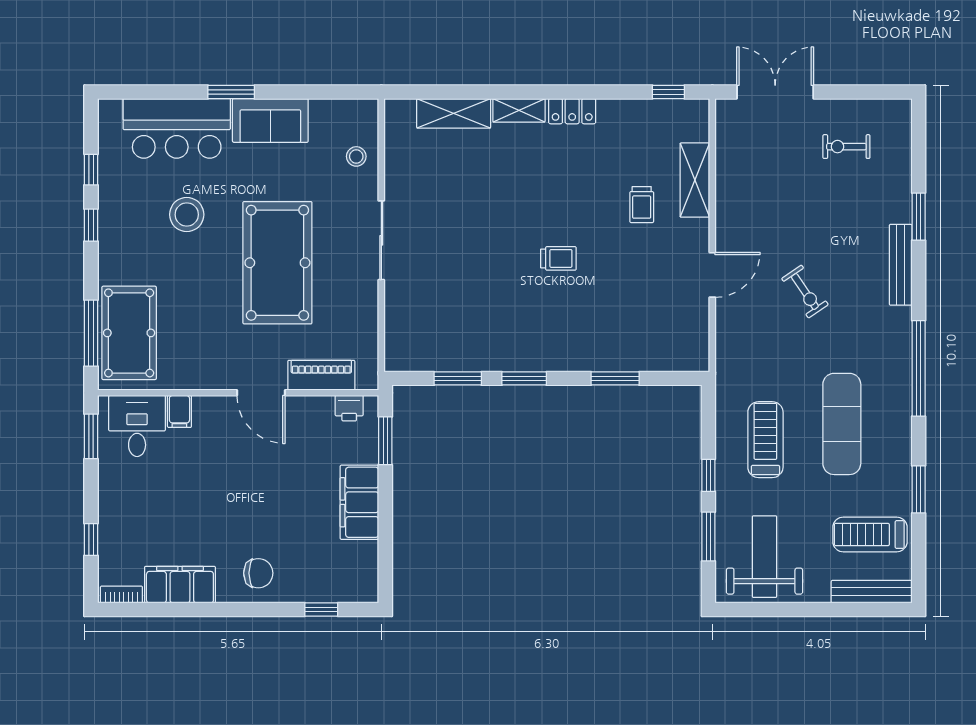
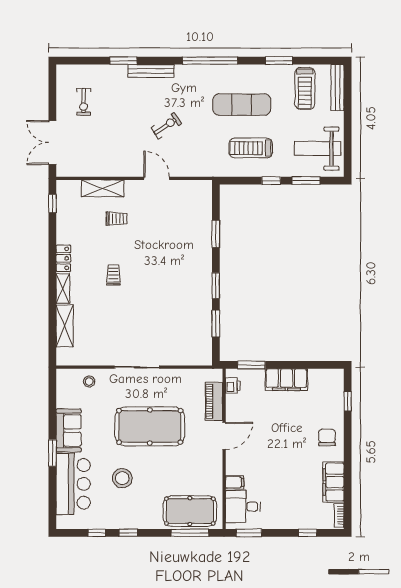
trolley: (558, 258) -> (113, 275), moved

